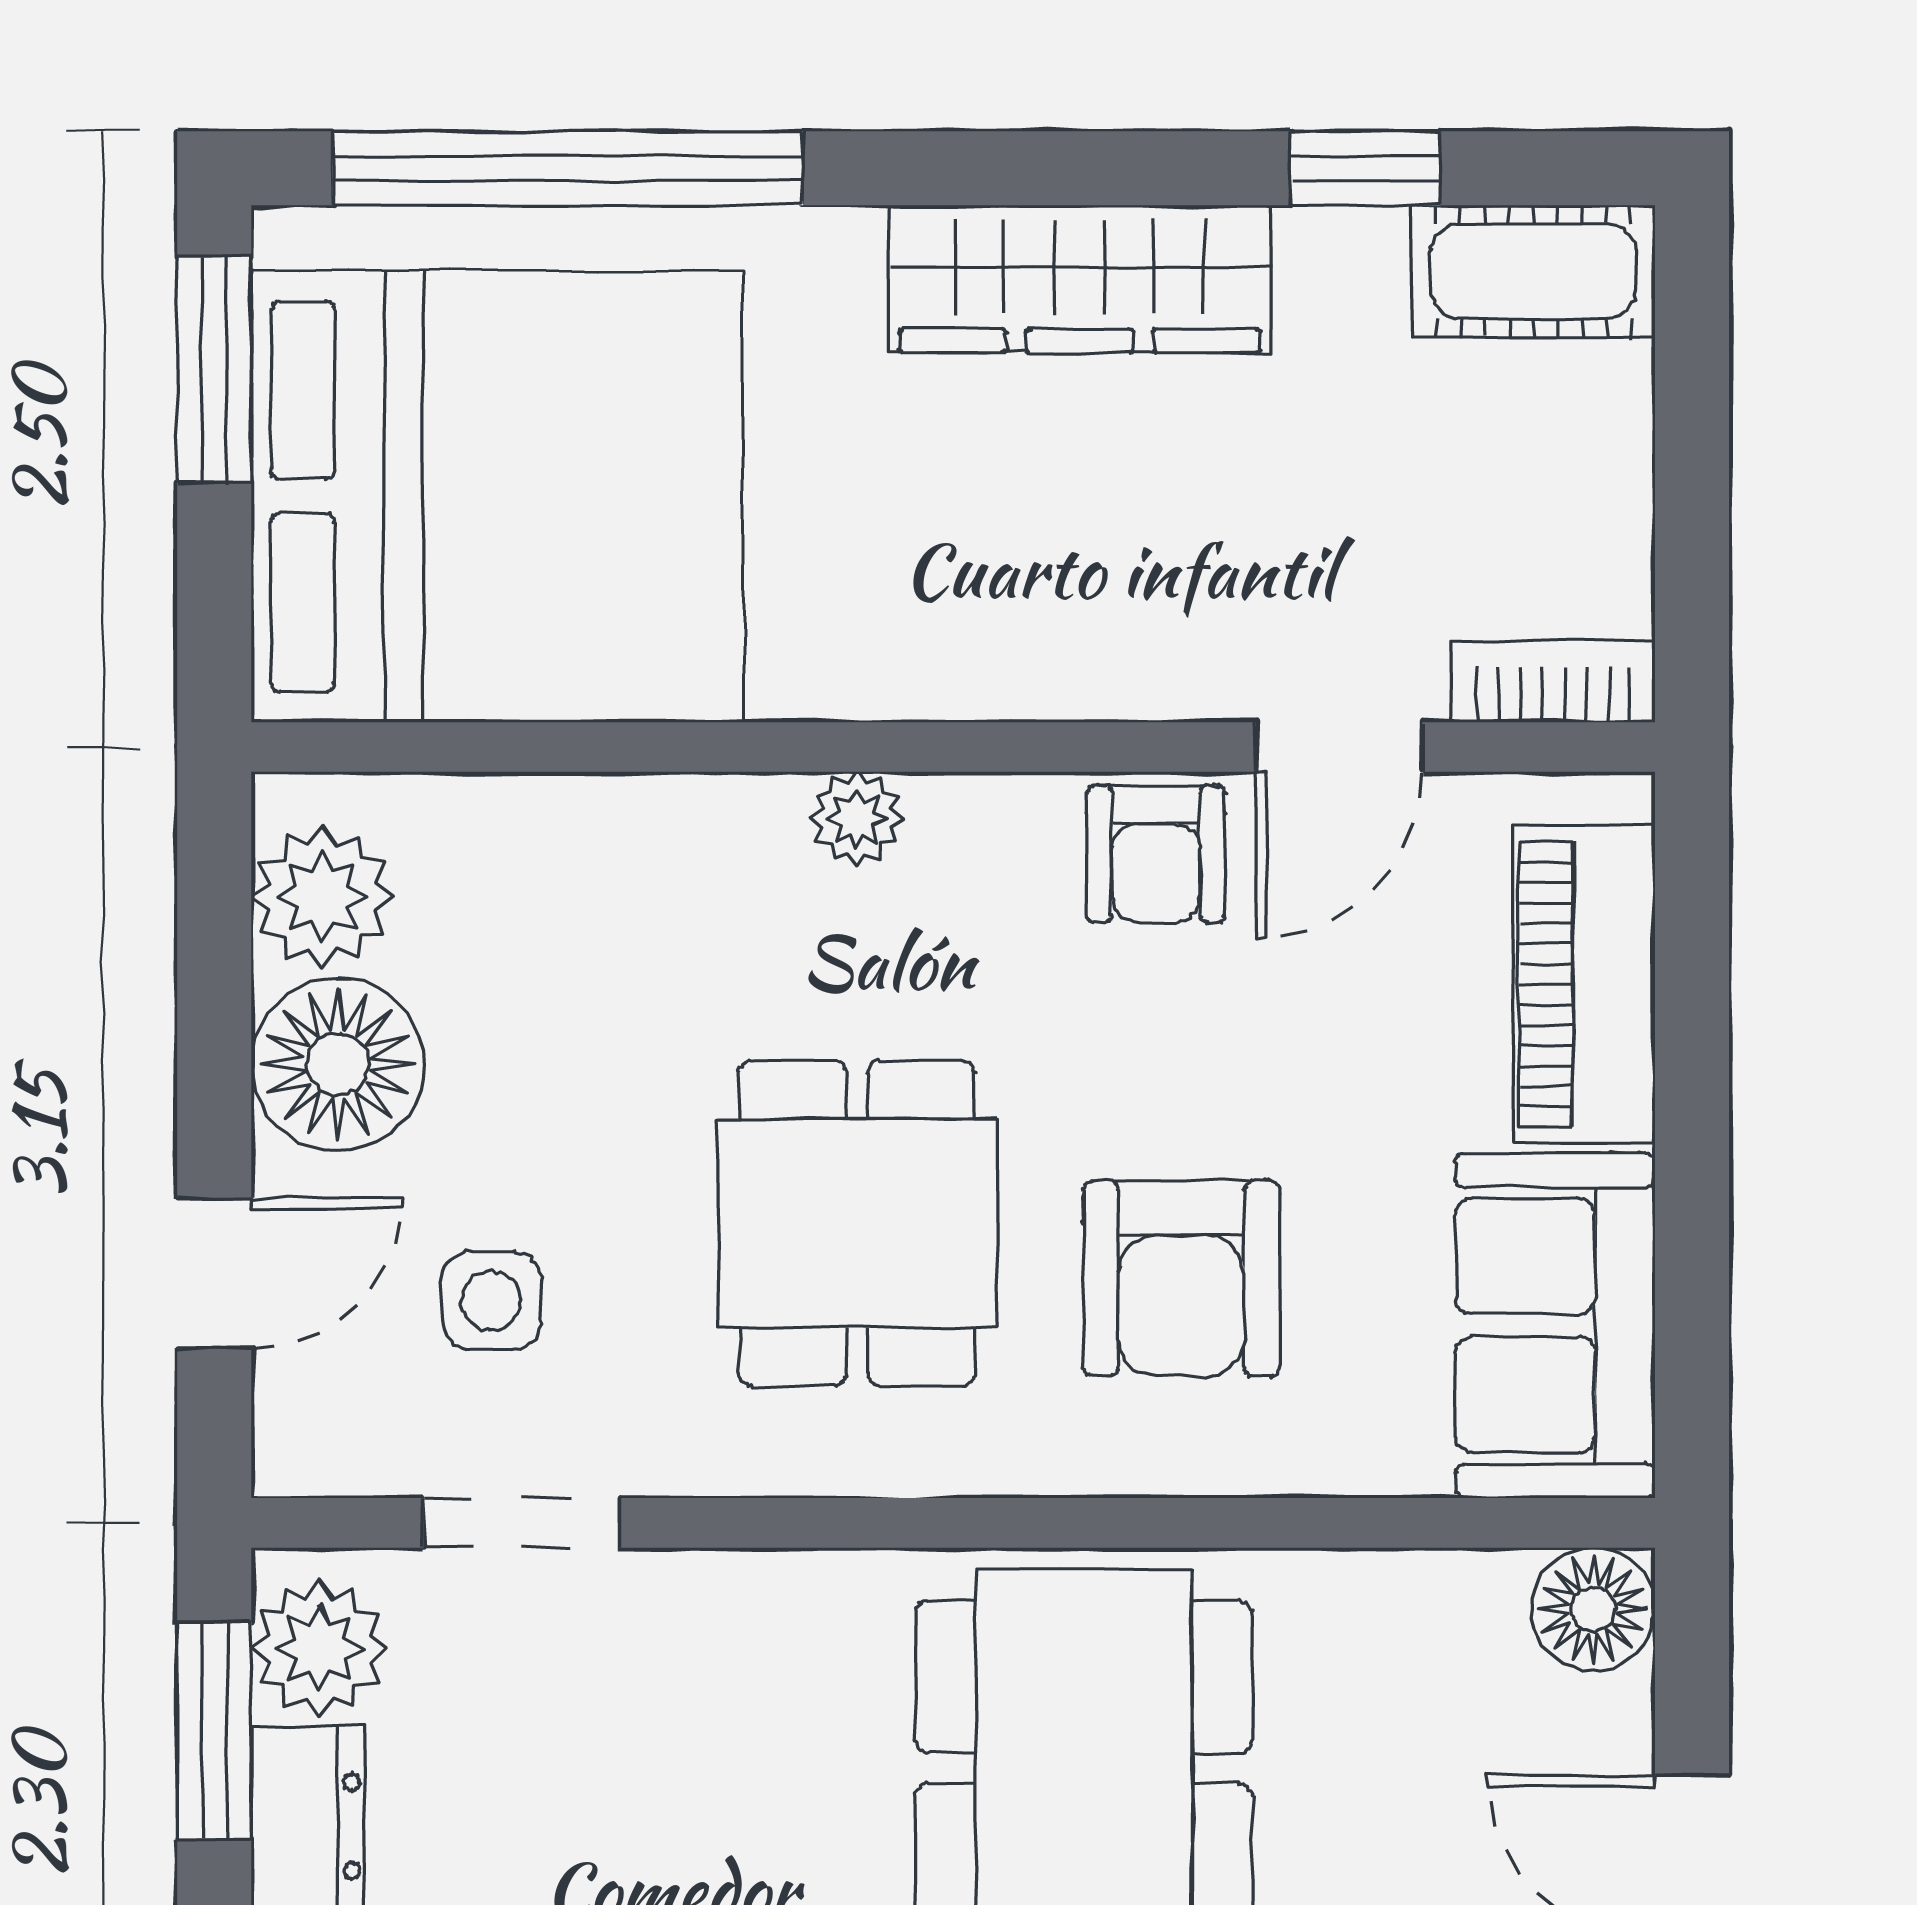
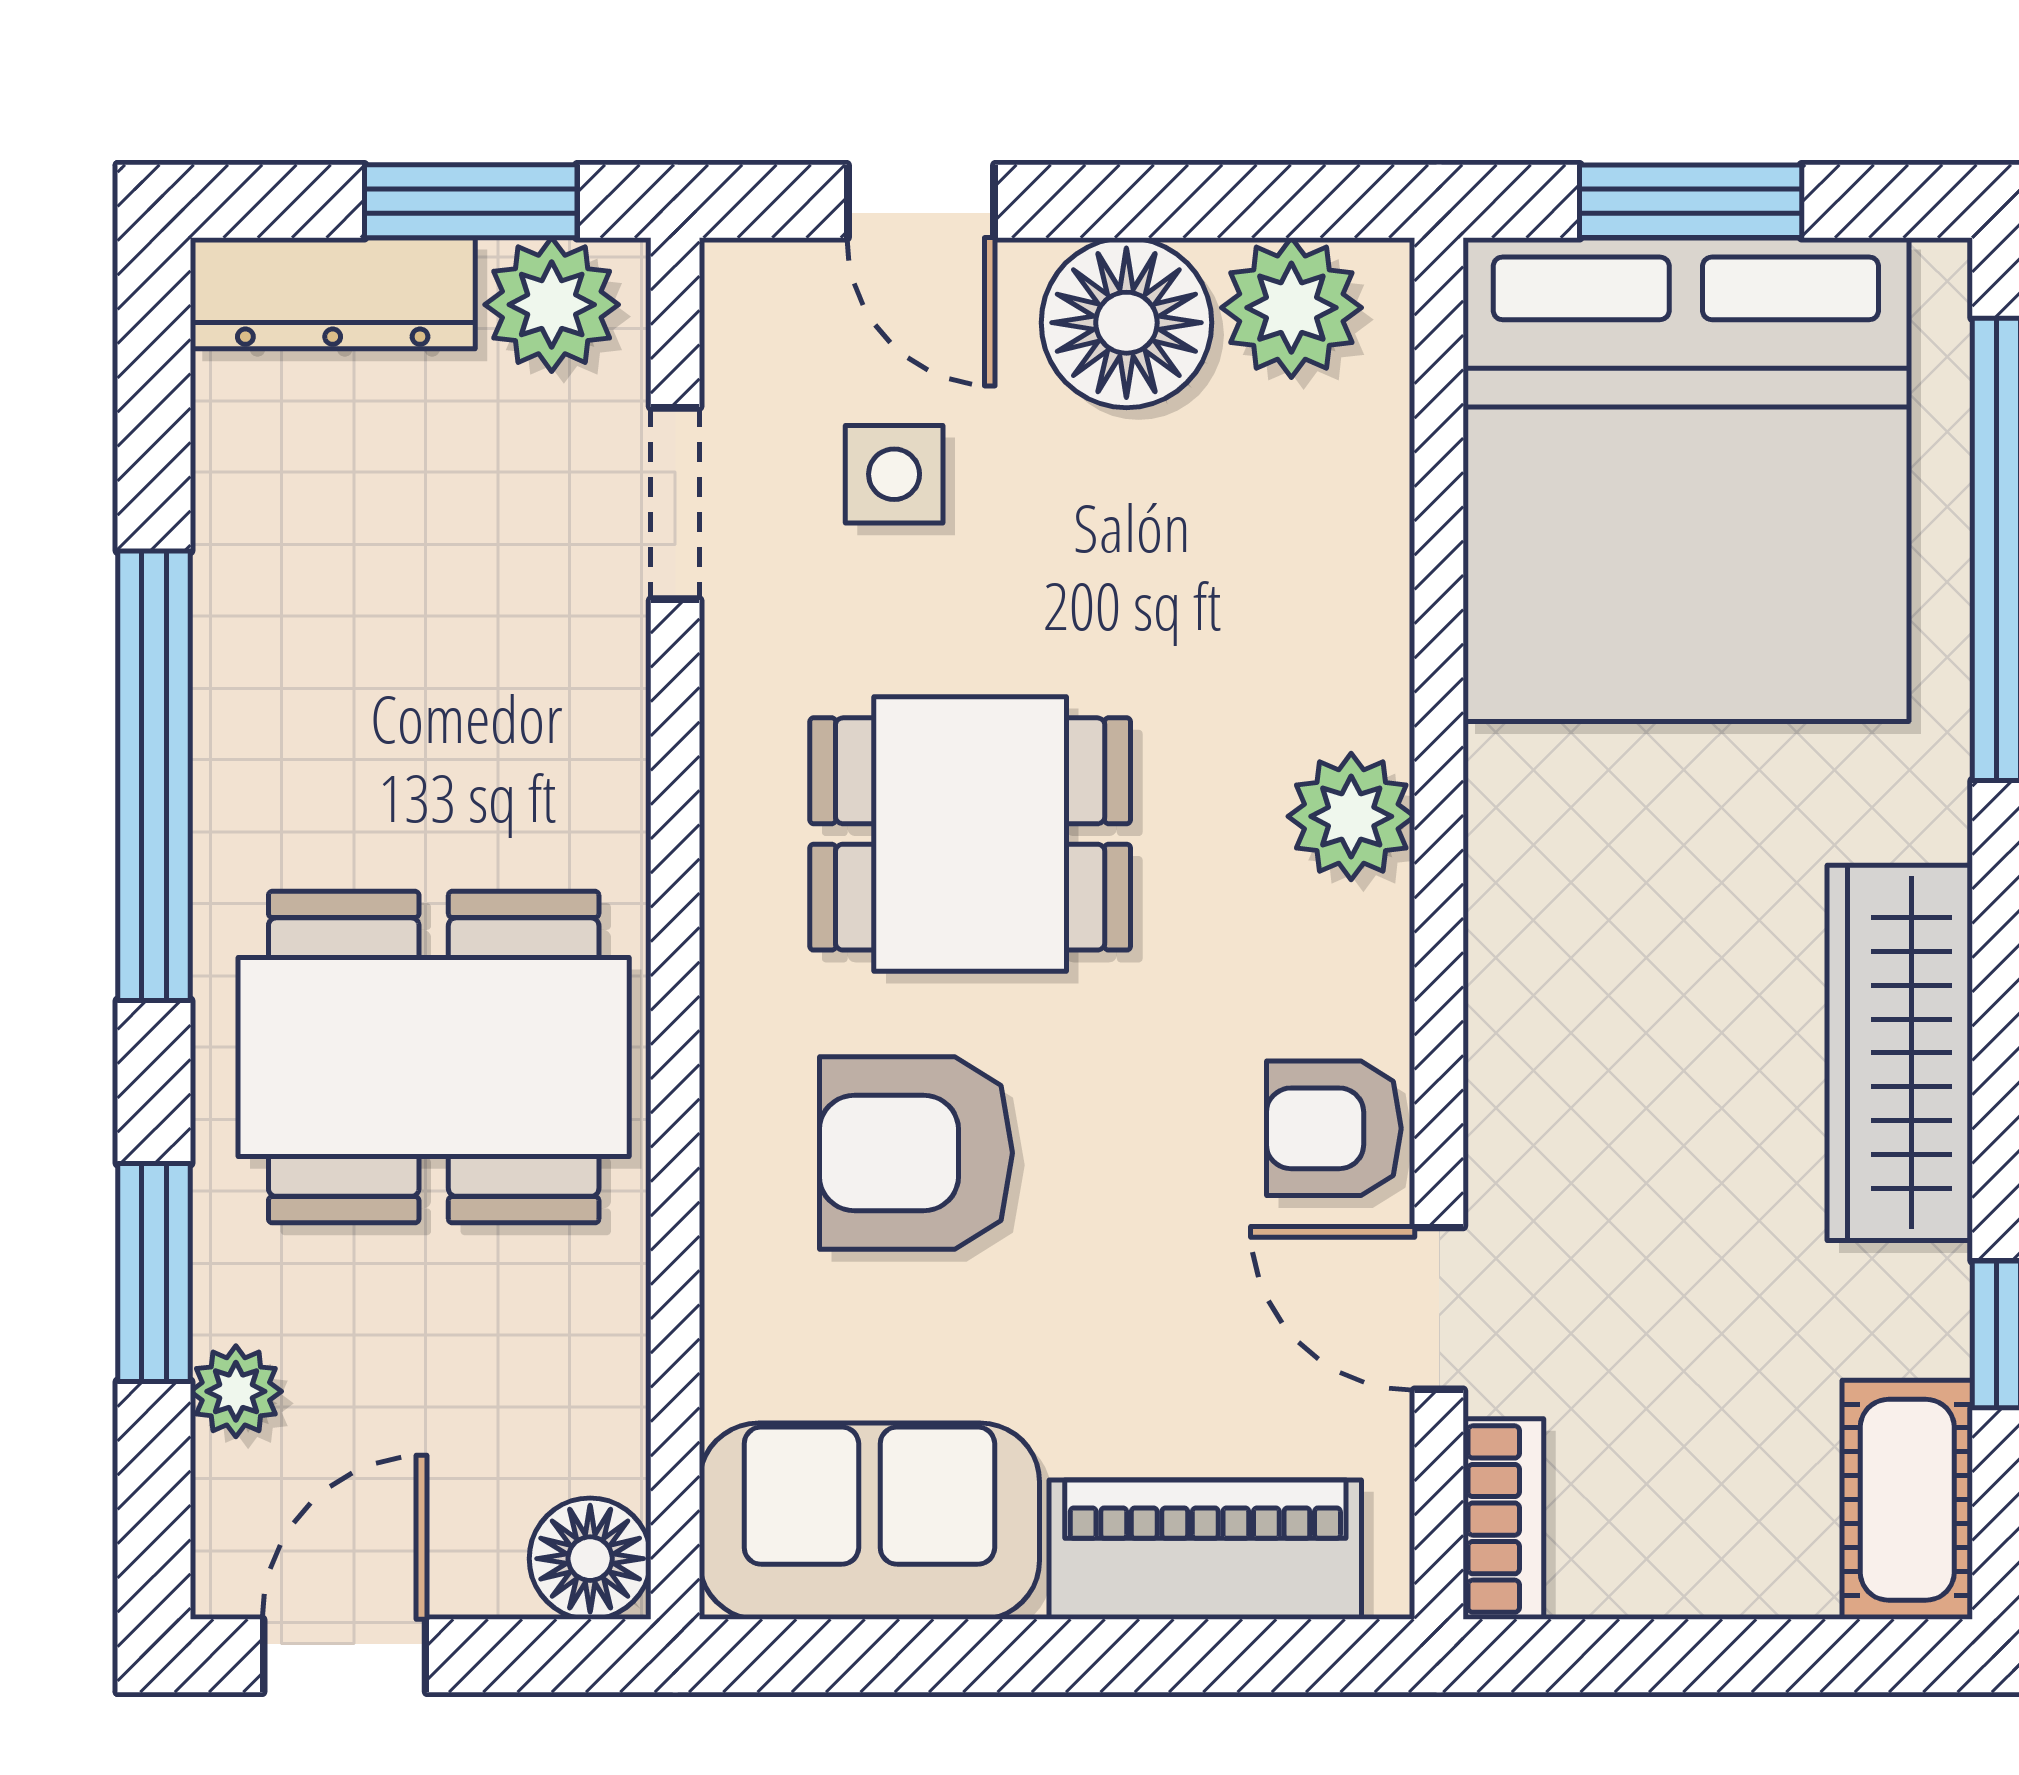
window: (214, 369) -> (1691, 201), moved
plant: (857, 819) -> (1351, 816), width x1.38, depth x1.38

